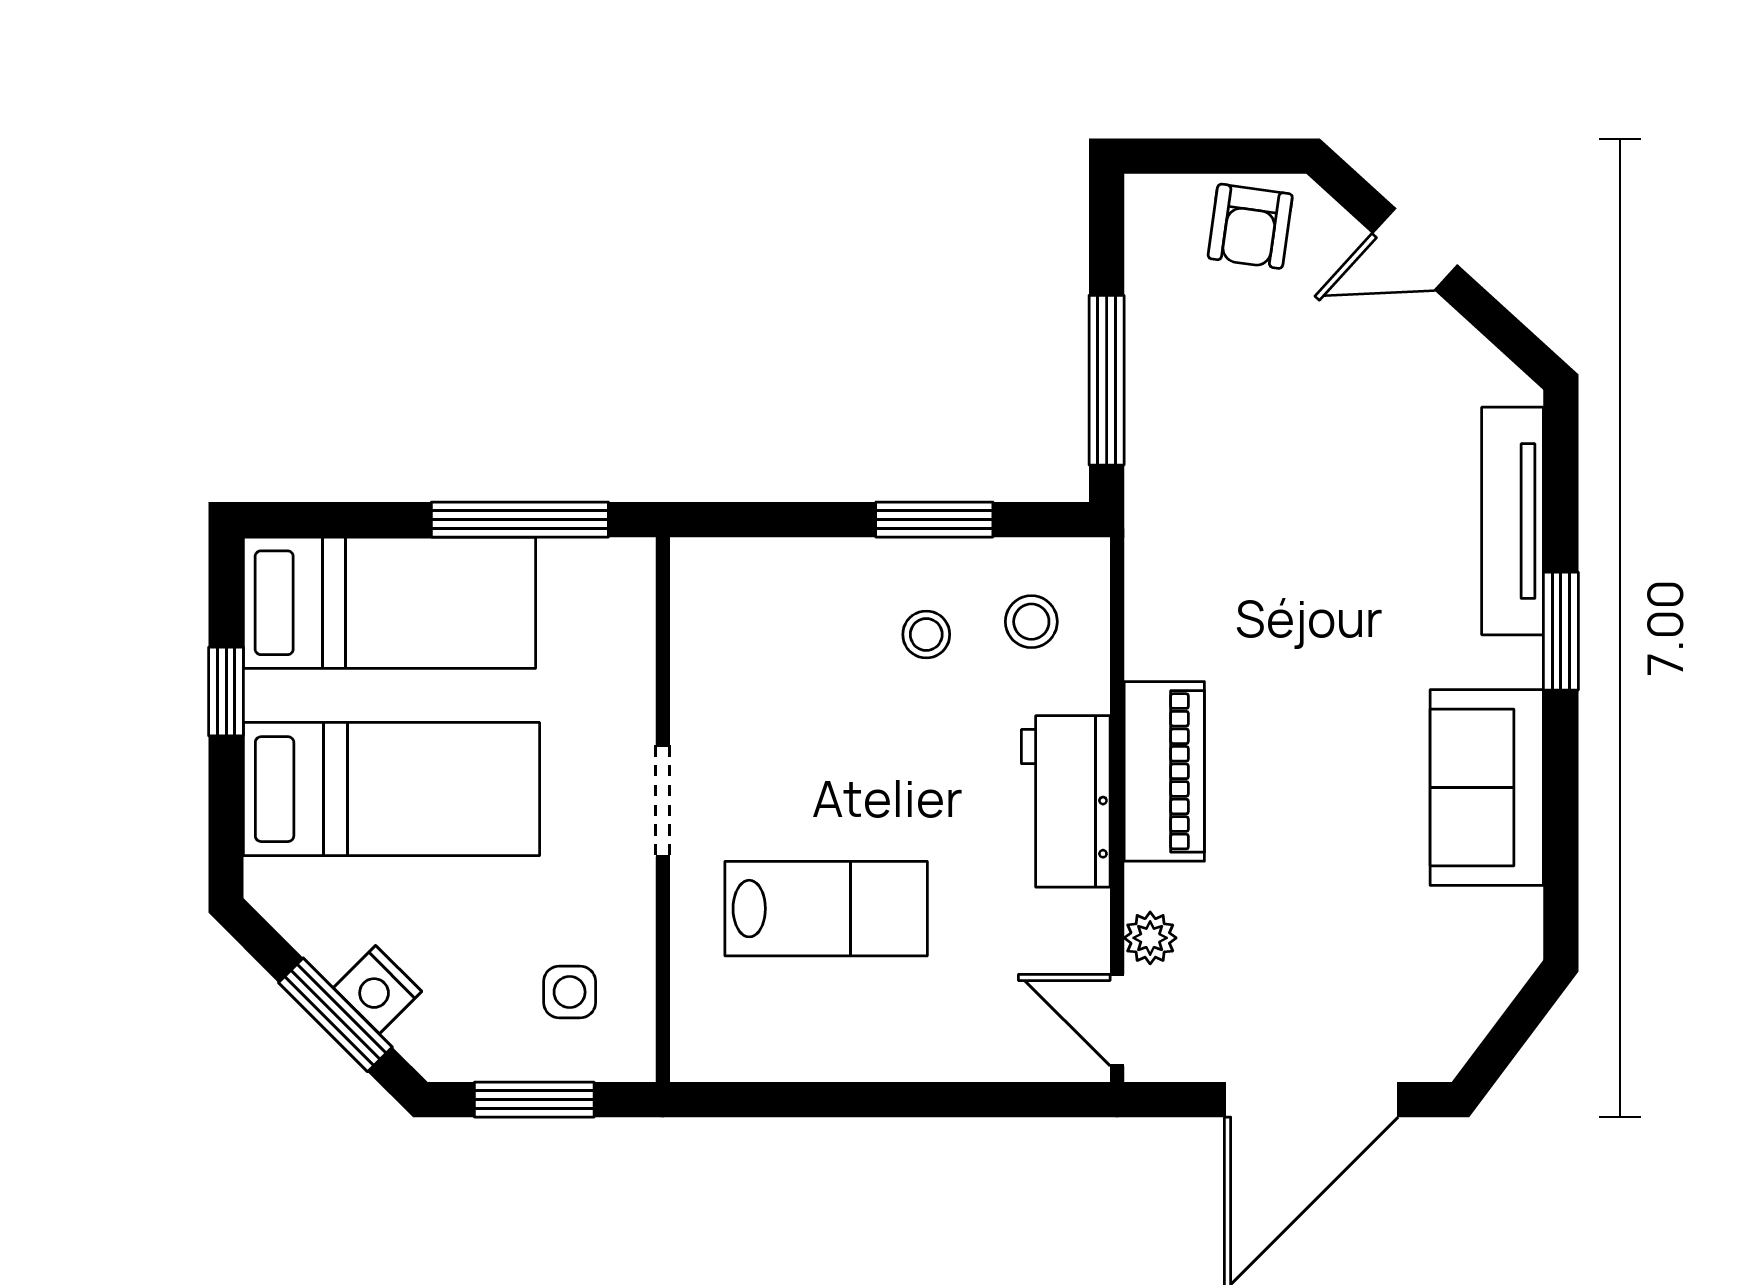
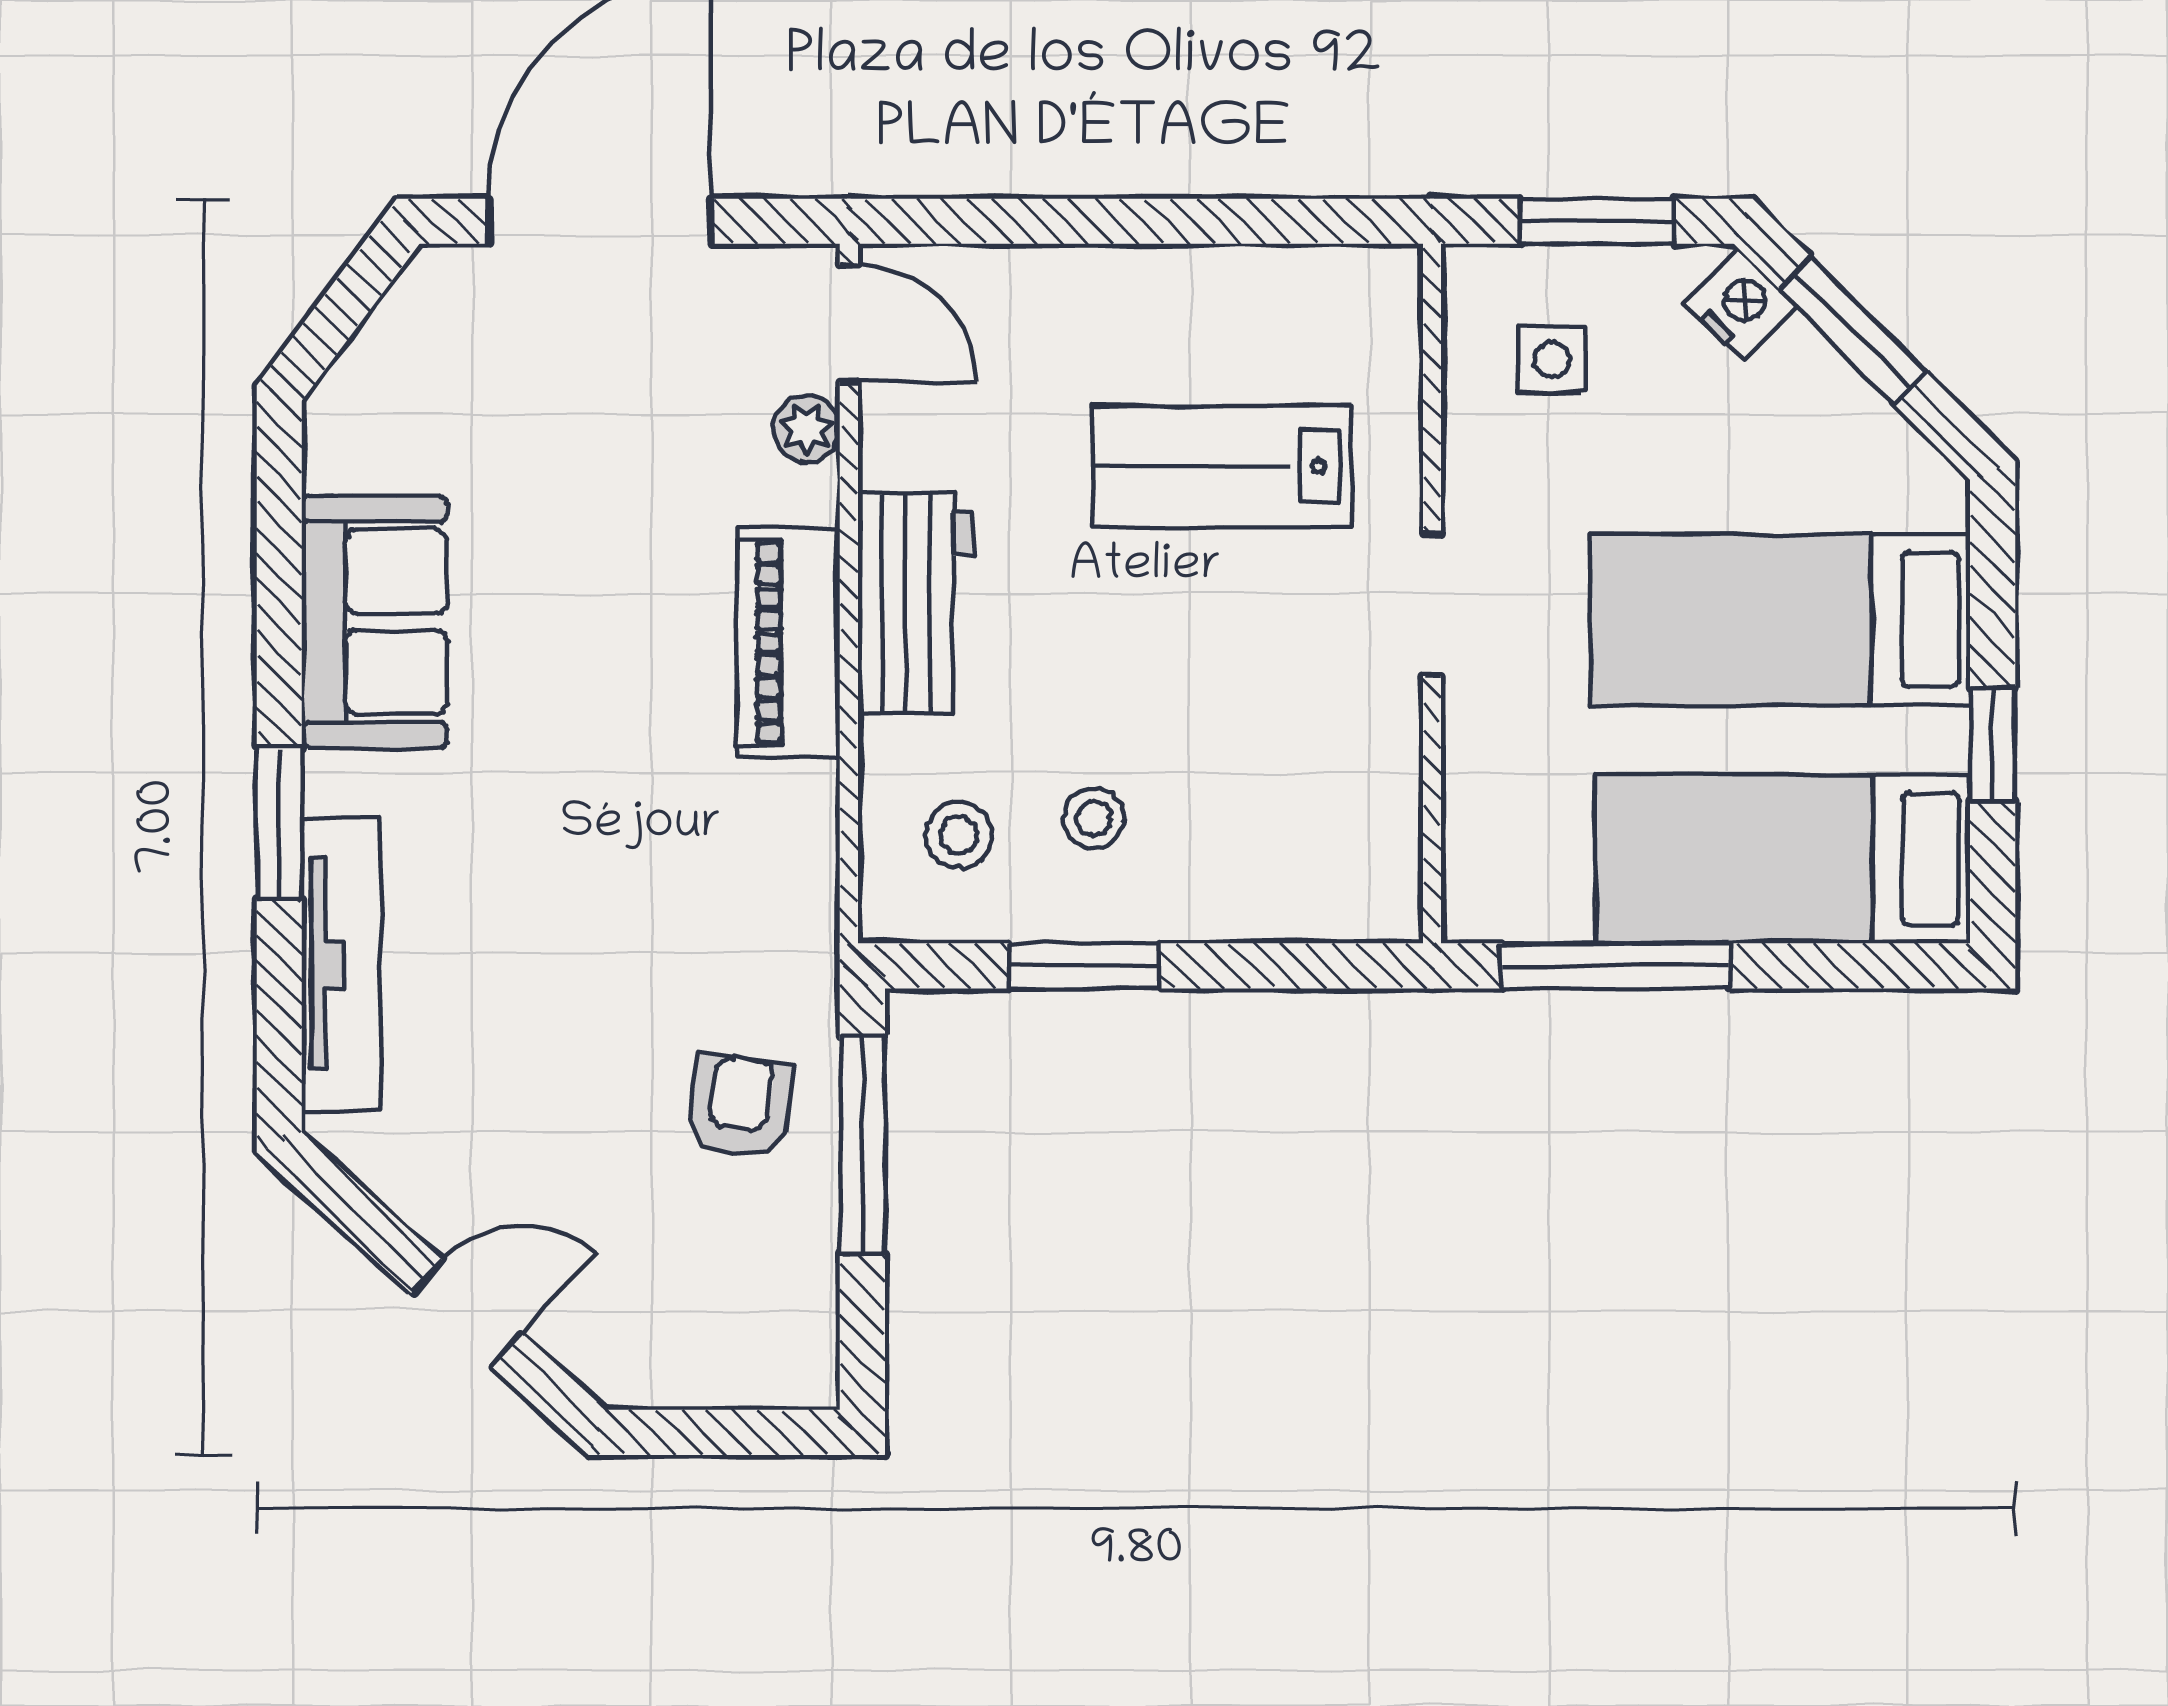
armchair: (1250, 226) -> (740, 1107), moved
nightstand: (377, 990) -> (1740, 304), moved

